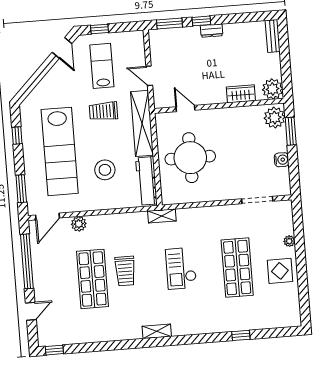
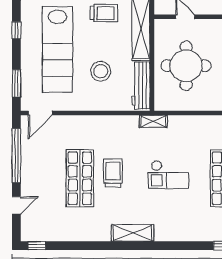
trolley: (103, 111) -> (104, 13), turned 180
plant: (79, 224) -> (71, 123), removed
checkout: (181, 268) -> (168, 175), turned -90
trolley: (125, 271) -> (113, 173), turned 180
shelving: (157, 331) -> (132, 233), width x1.50, depth x1.33

